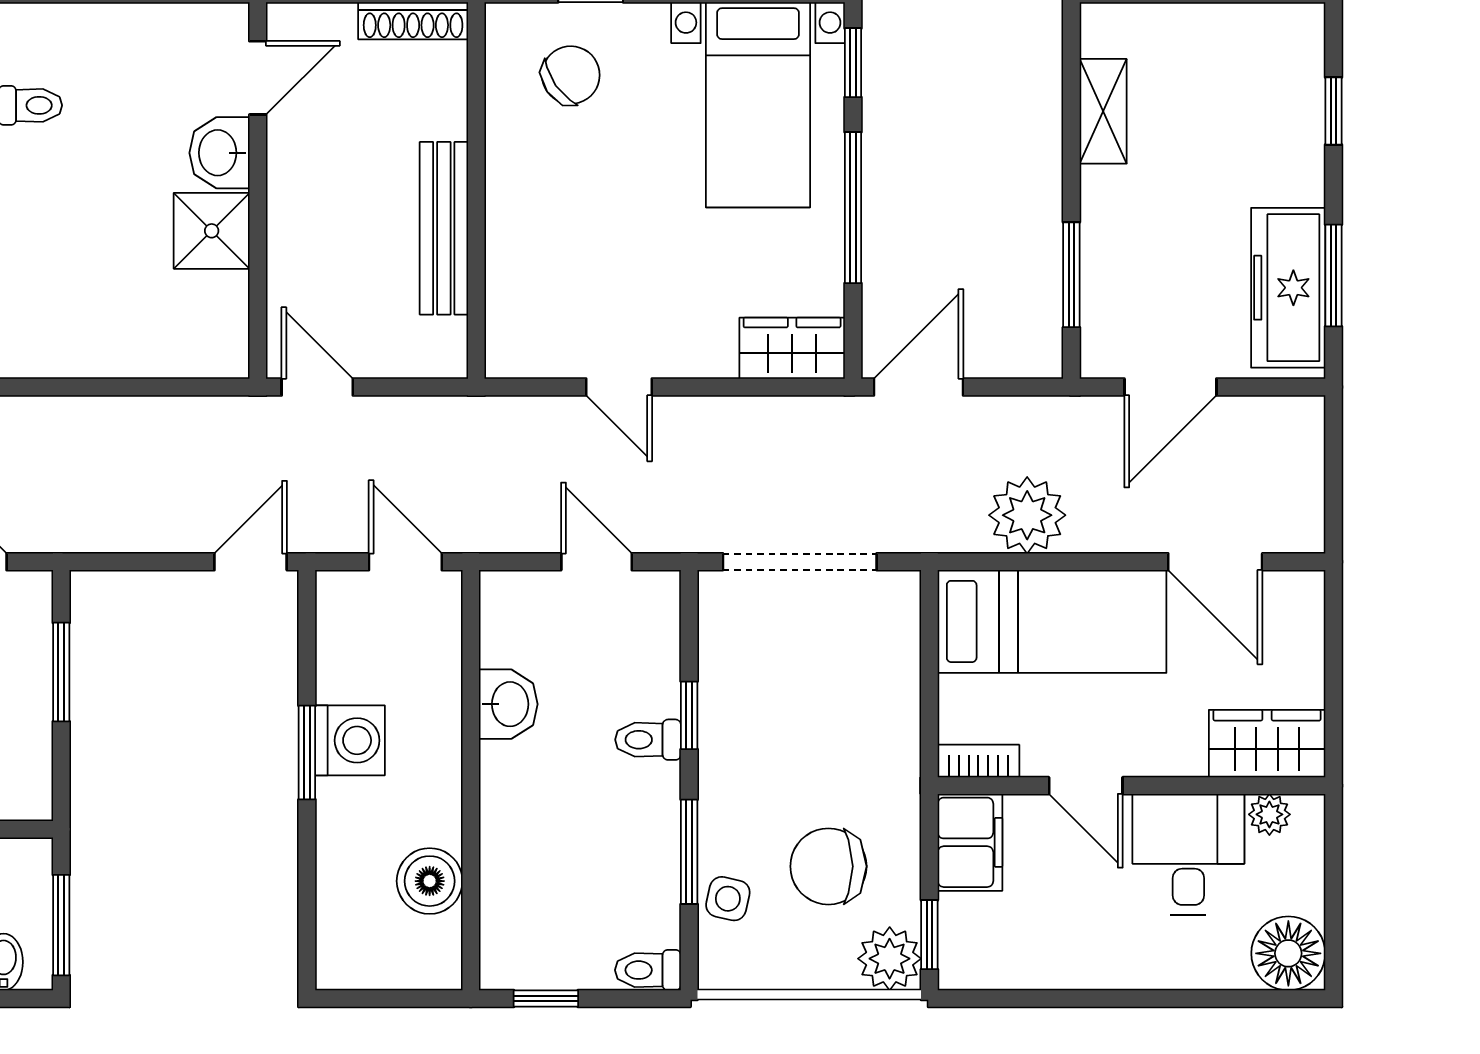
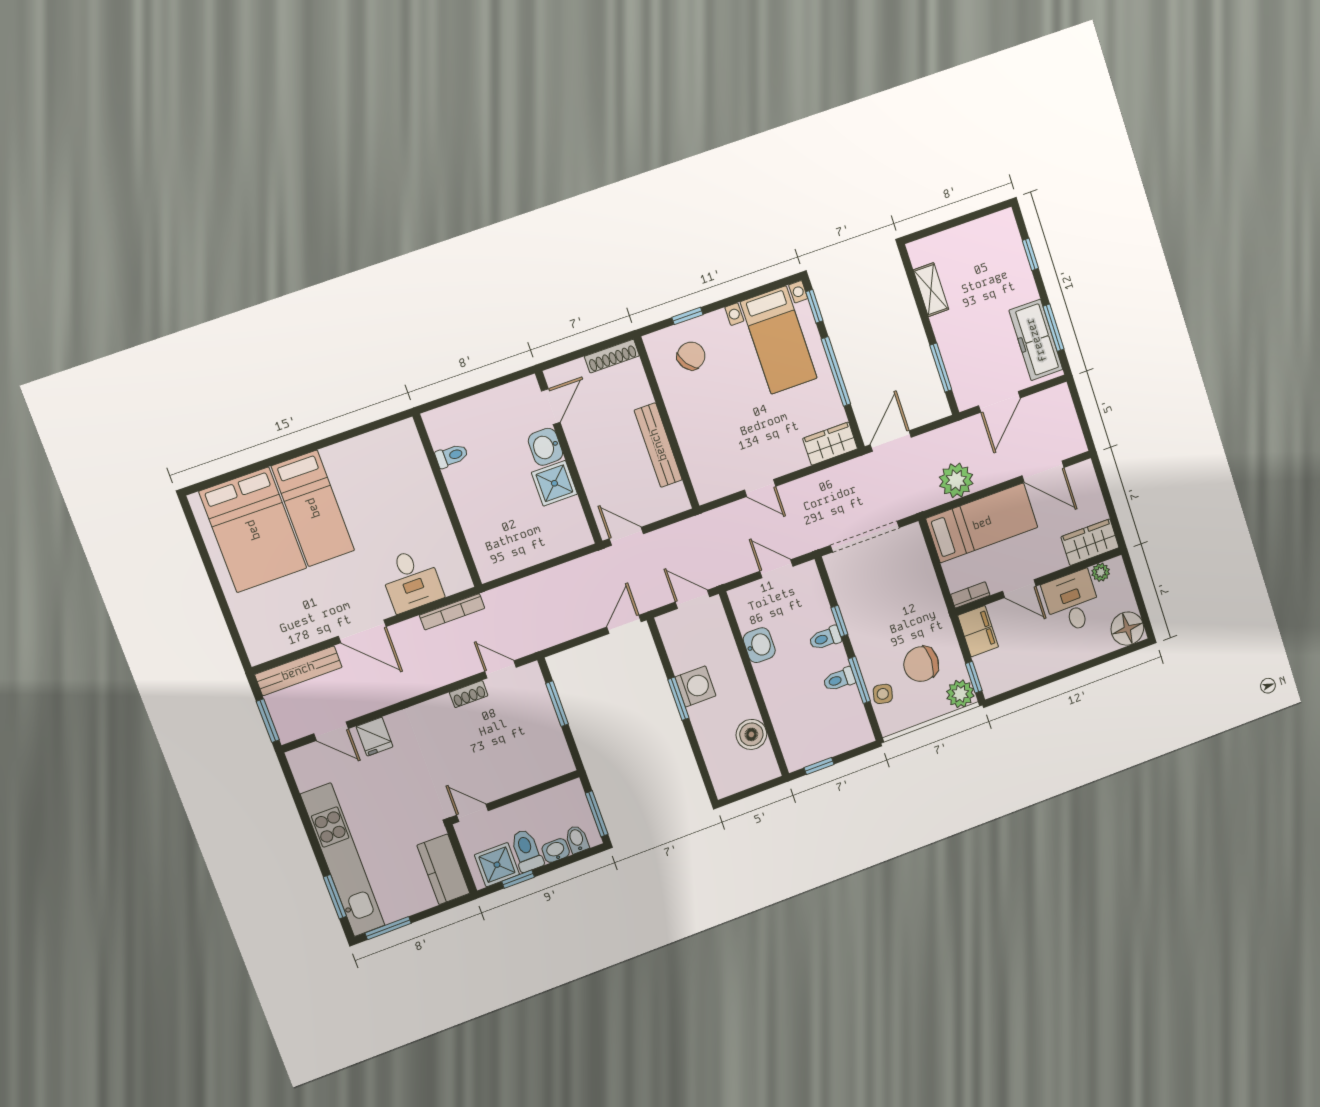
toilet: (648, 970) -> (839, 679), moved

